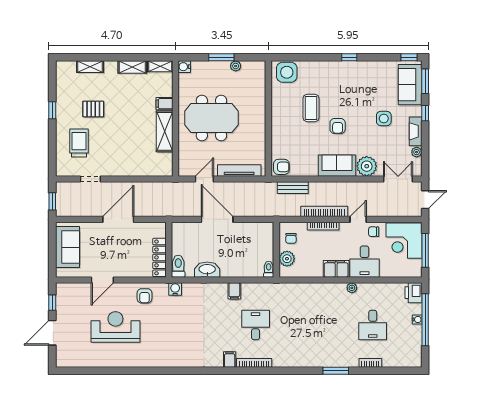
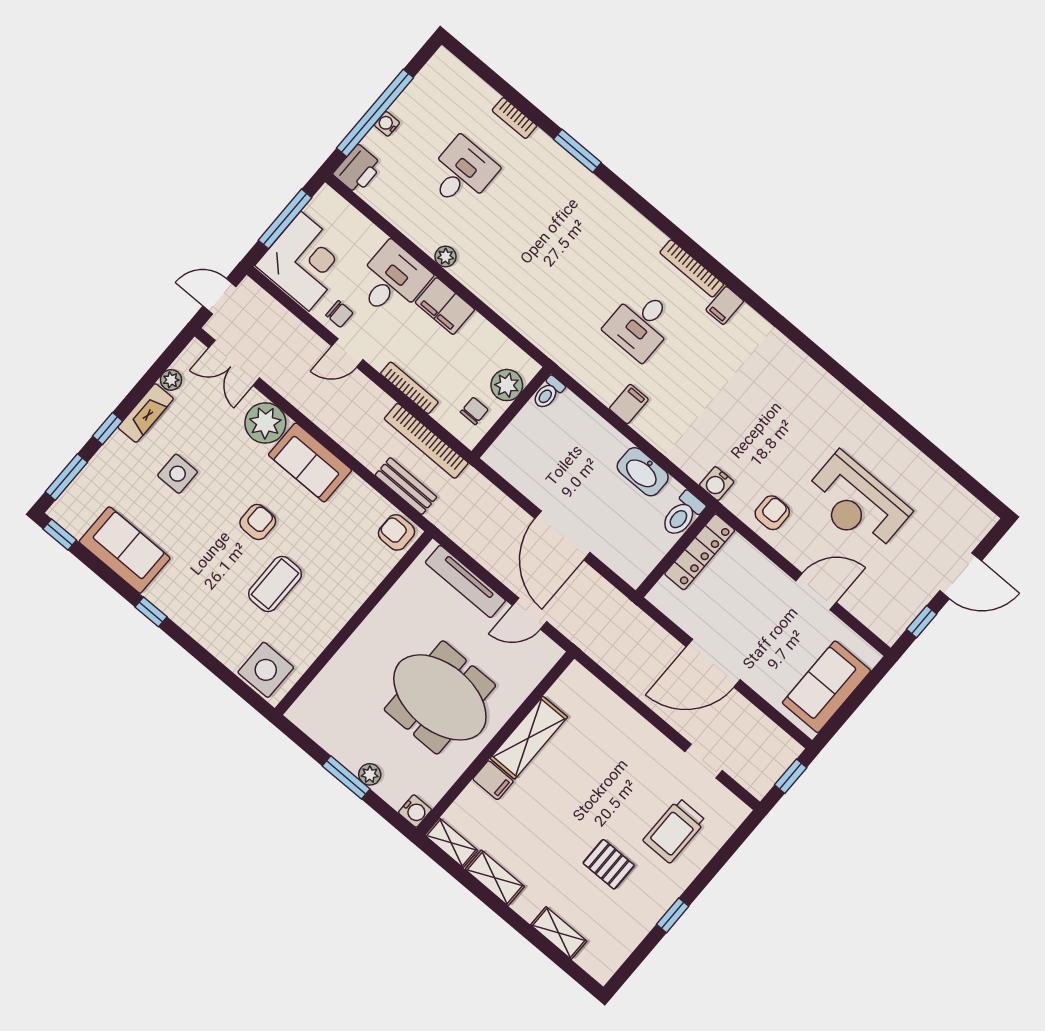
plant: (236, 66) -> (370, 774), moved
sofa: (410, 85) -> (125, 550), moved, turned -90
bookcase: (324, 211) -> (426, 441), moved

